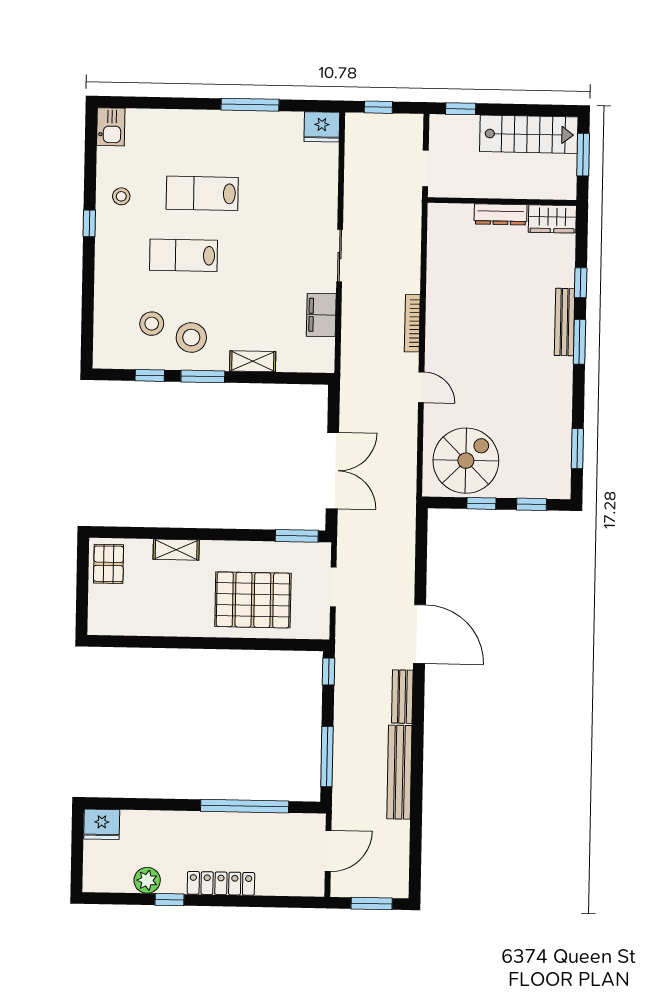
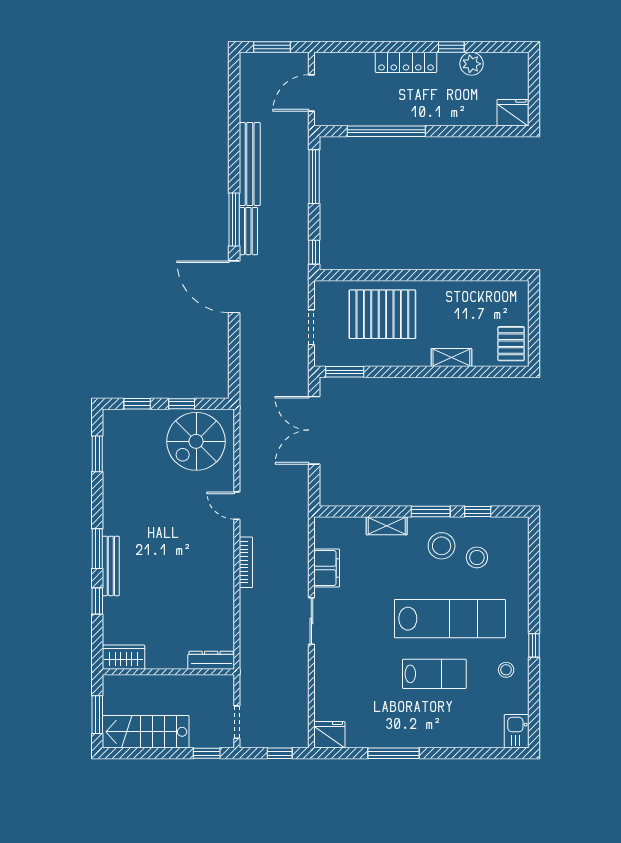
doorway: (425, 168) -> (237, 722), moved
dresser: (501, 214) -> (211, 660), moved
lab bench: (183, 255) -> (450, 619), width x1.86, depth x1.39
window: (418, 710) -> (234, 220), added

